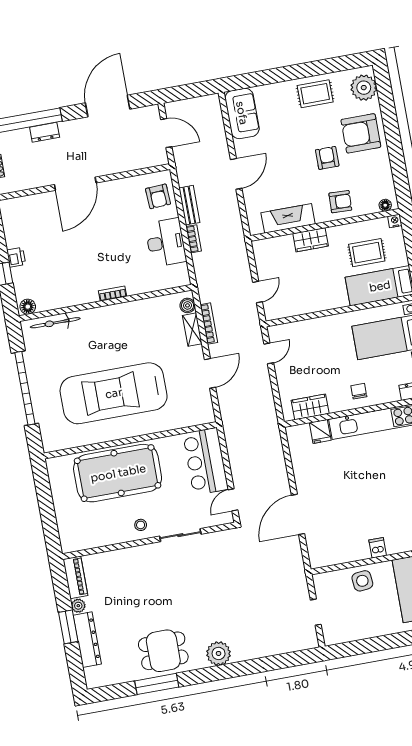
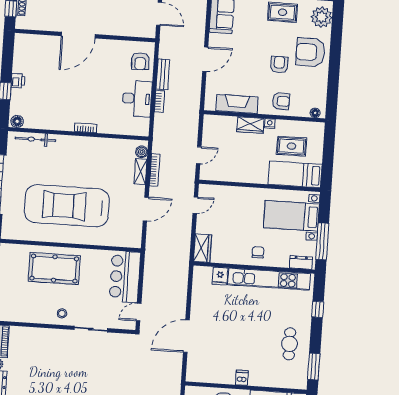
nightstand: (395, 221) -> (270, 124), moved
wardrobe: (310, 407) -> (203, 248), moved, turned 90
pool table: (118, 473) -> (54, 268), width x0.73, depth x0.76

